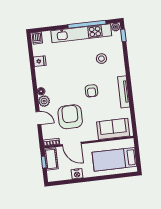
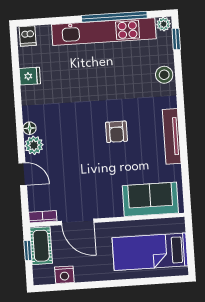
stool: (101, 59) -> (164, 75), moved
armchair: (70, 117) -> (77, 175), removed
nightstand: (77, 174) -> (64, 275), moved

